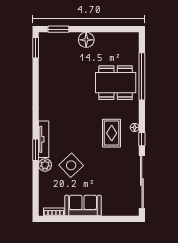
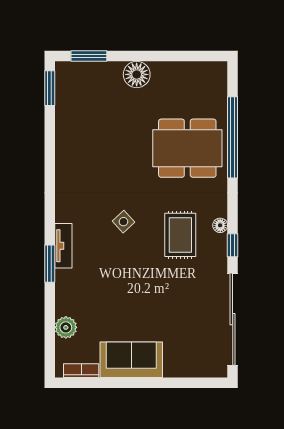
tv unit: (44, 139) -> (63, 246), width x0.71
plant: (45, 165) -> (66, 327), moved
side table: (71, 165) -> (123, 222), moved, width x0.54, depth x0.54

